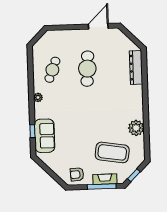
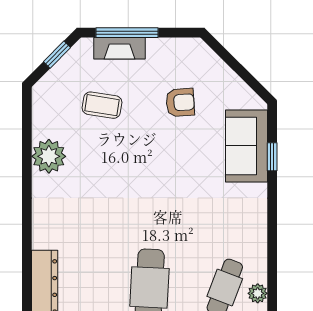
plant: (38, 97) -> (258, 293), moved
coffee table: (112, 152) -> (102, 105), width x0.54, depth x0.58
armchair: (77, 174) -> (180, 103), moved

